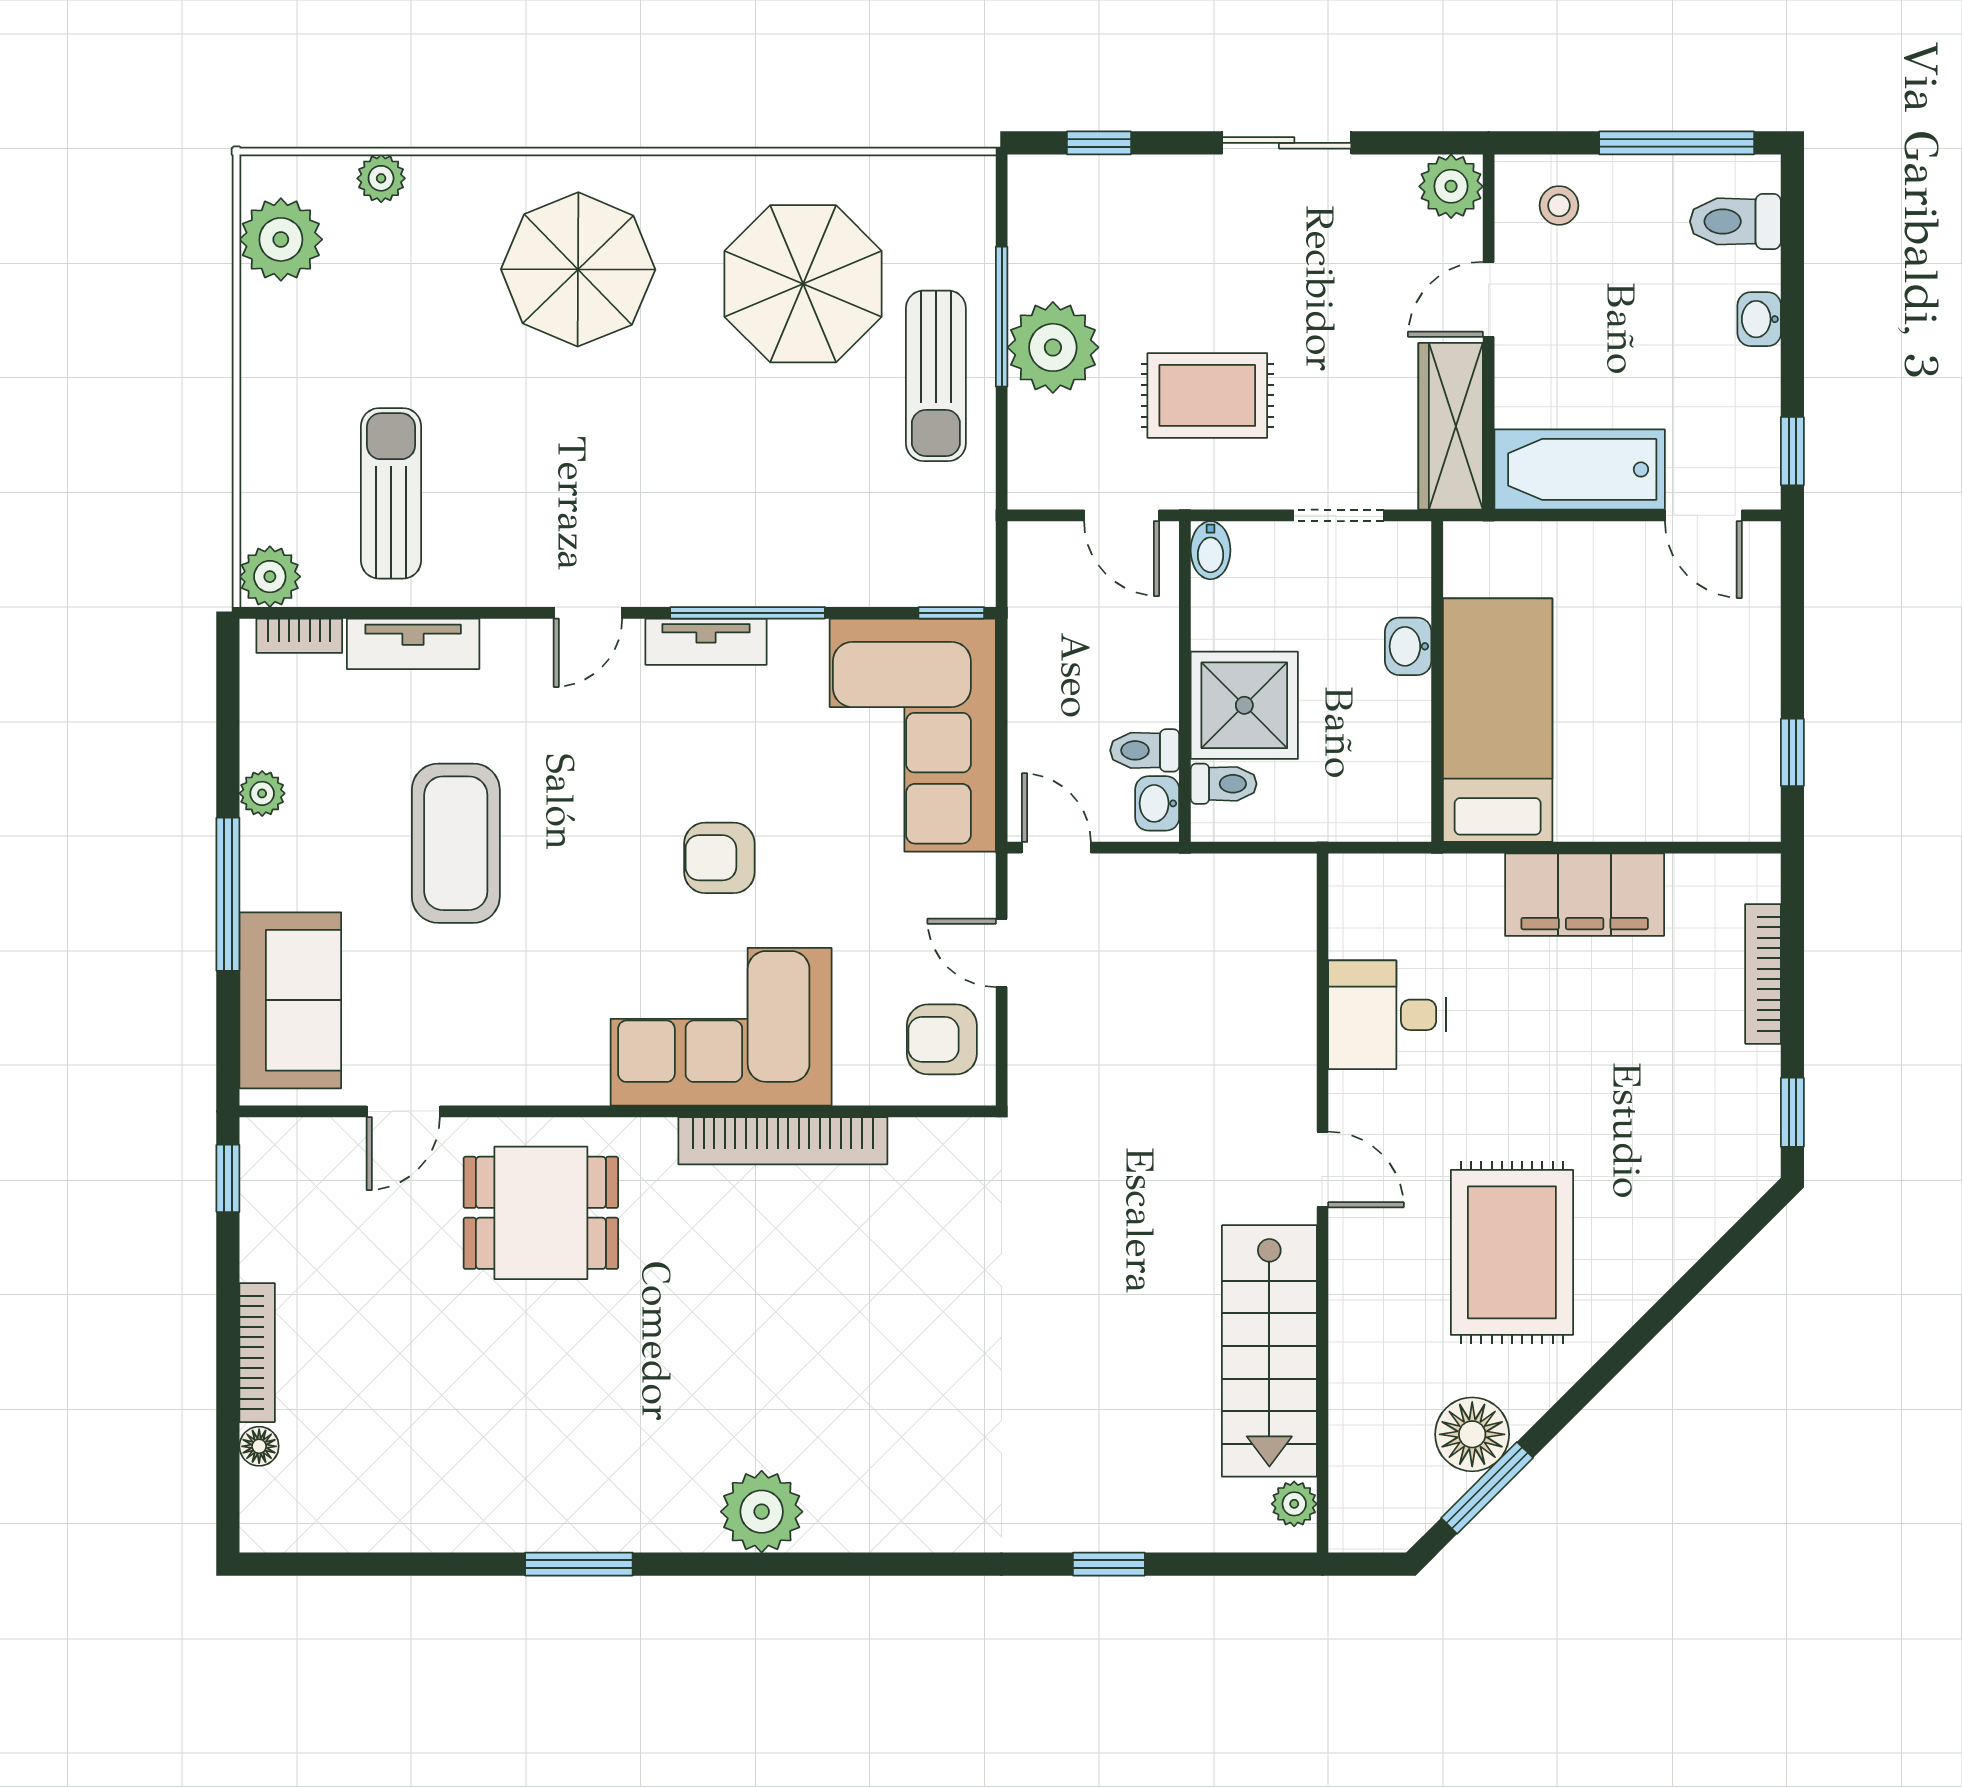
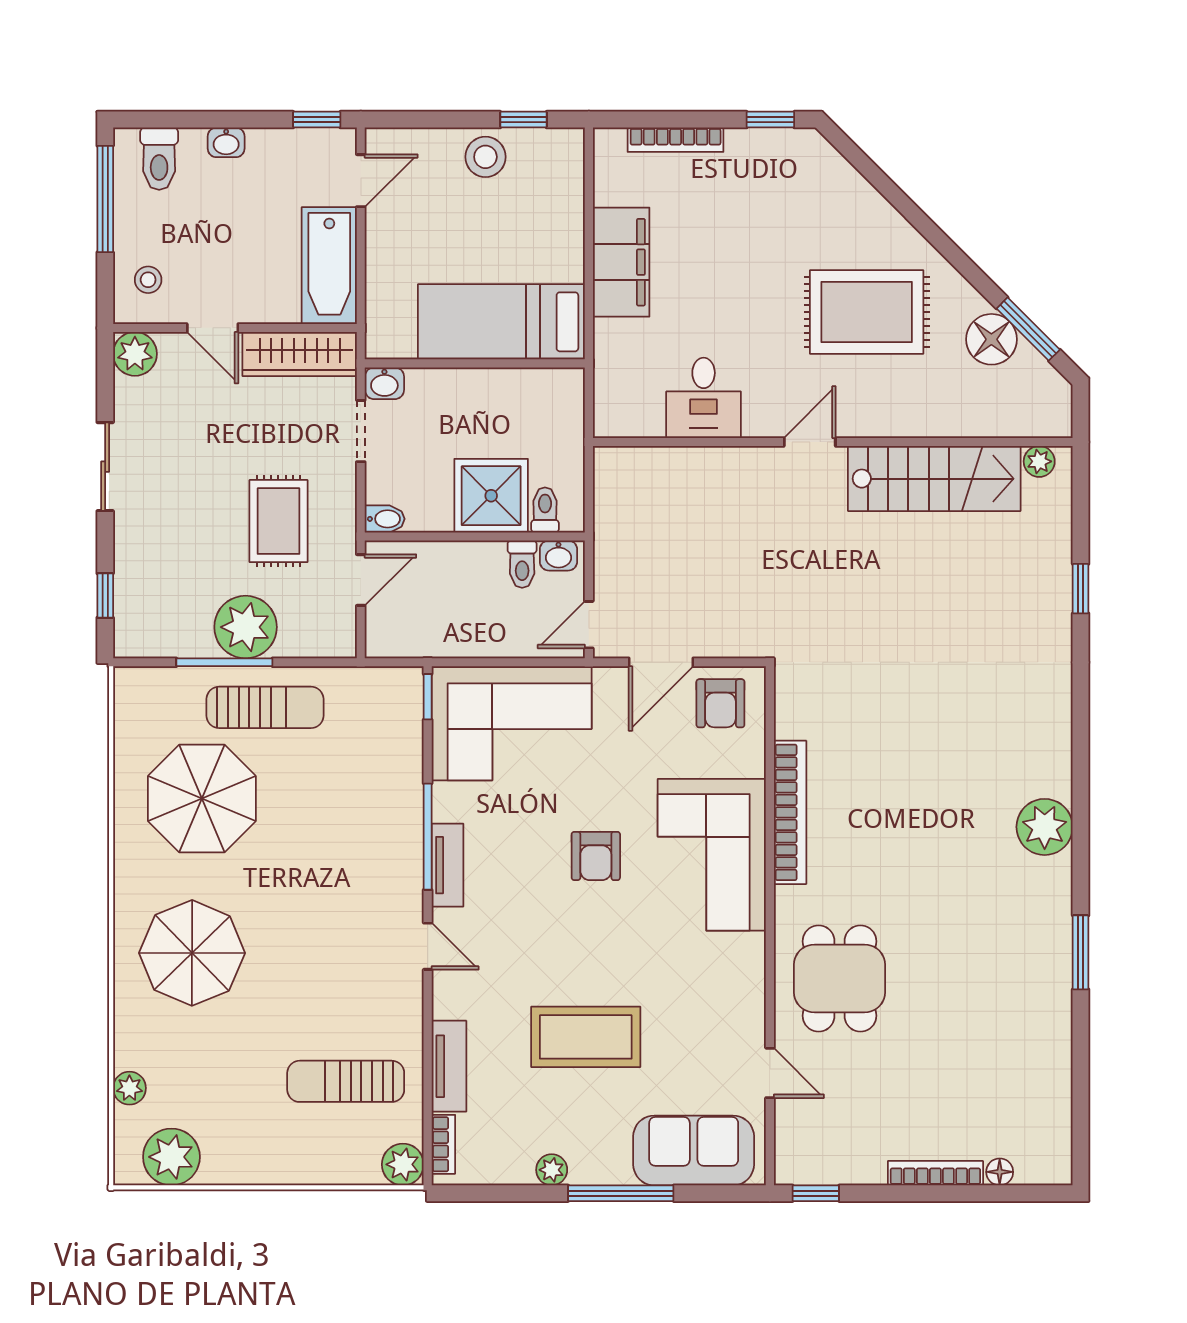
washbasin: (1408, 646) -> (384, 383), moved
stool: (1738, 697) -> (485, 157), added
door: (1002, 953) -> (661, 662), width x1.38

